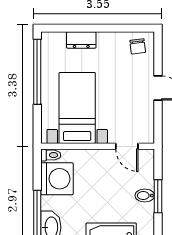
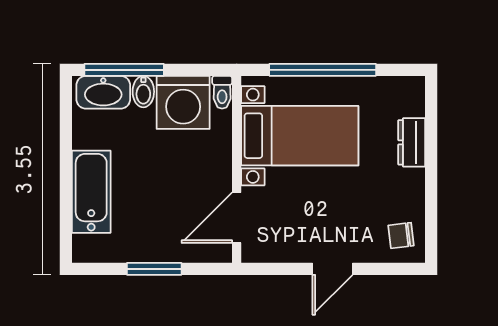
window: (37, 72) -> (323, 70), moved
door: (127, 146) -> (237, 218), width x1.38
bidet: (145, 196) -> (143, 92), moved, turned 180

